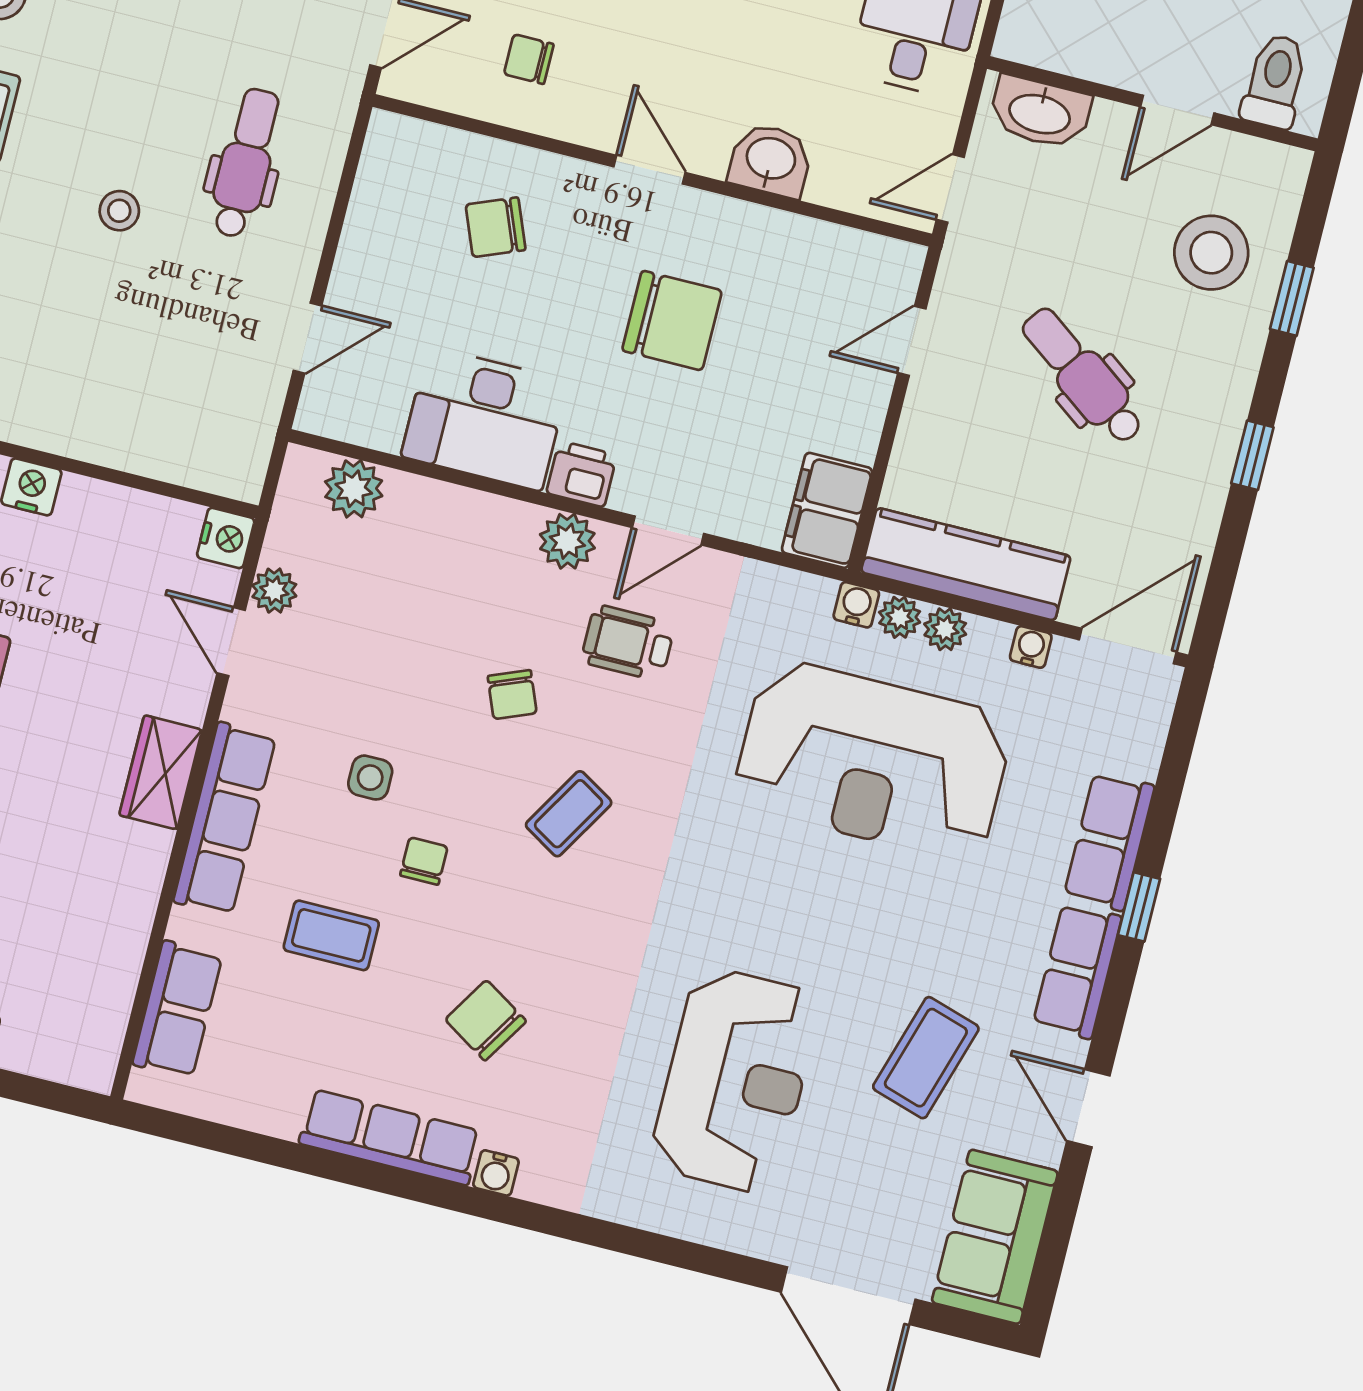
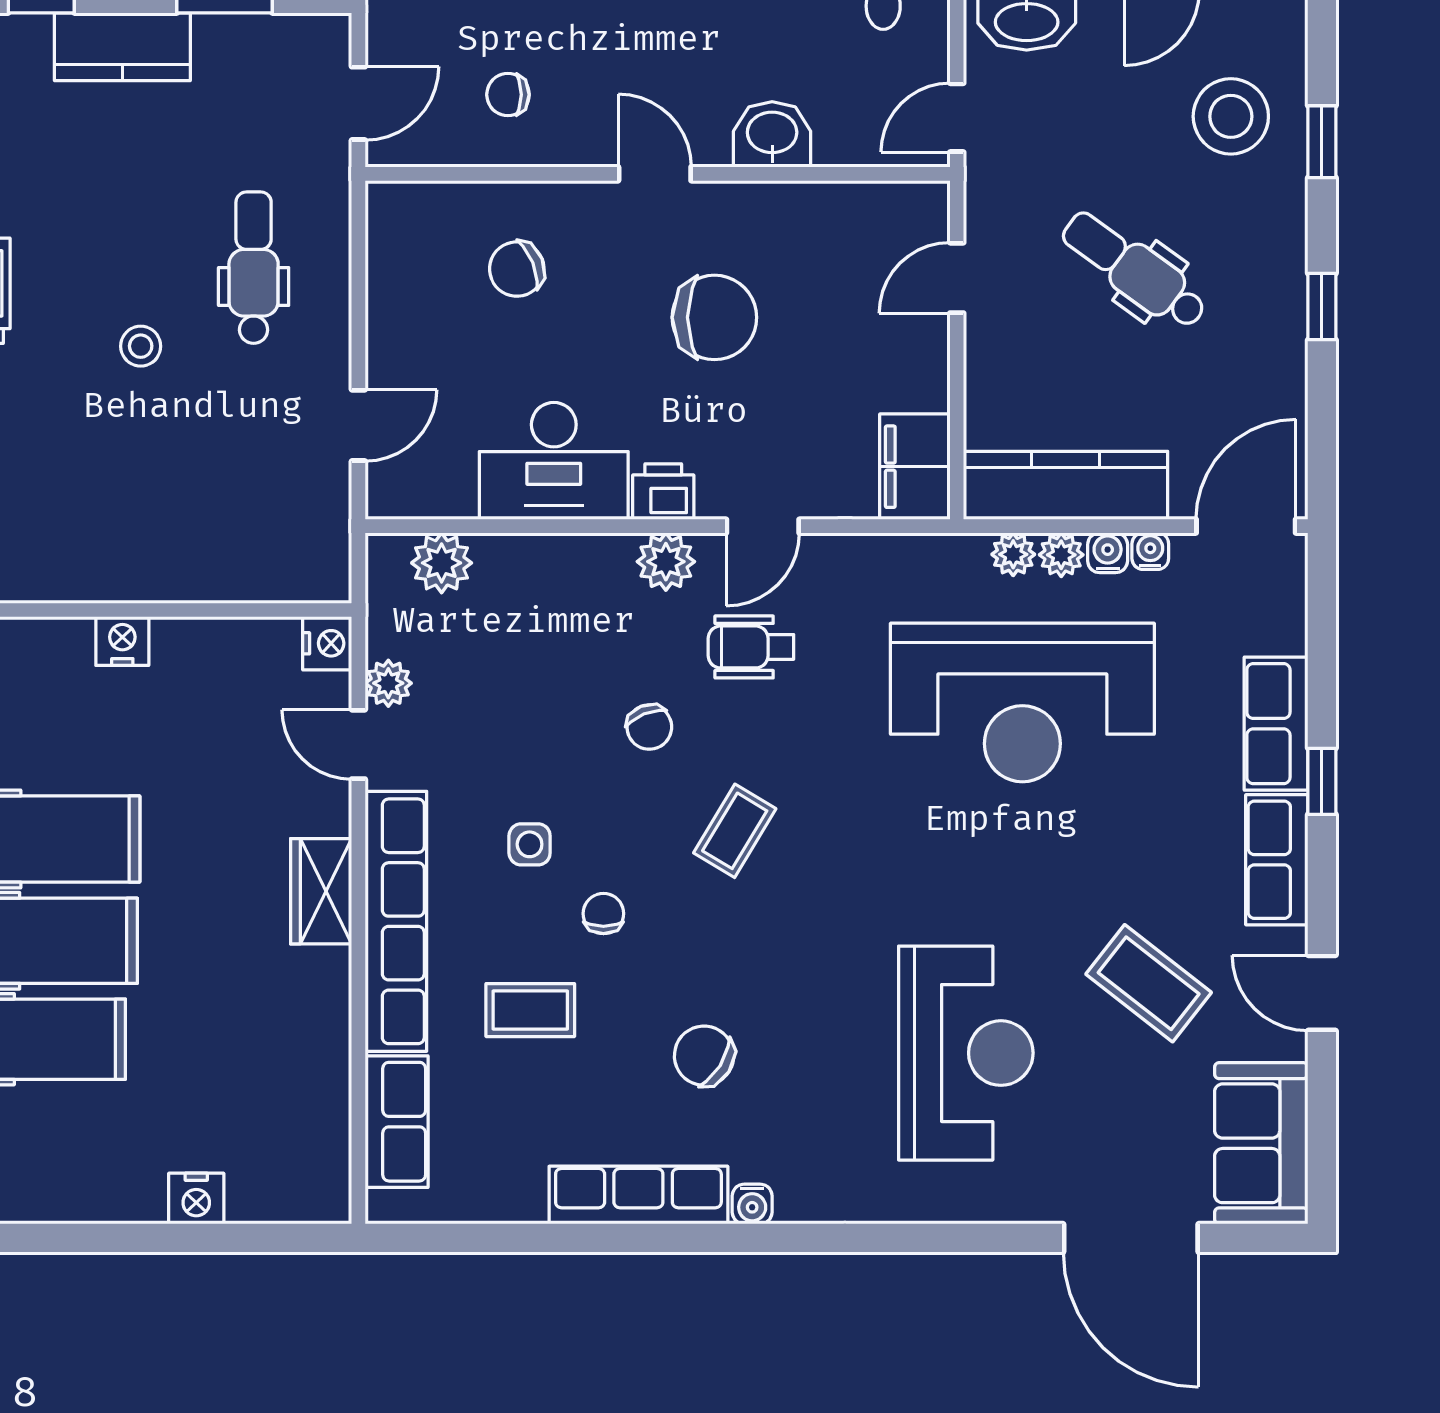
water cooler: (856, 605) -> (1108, 553), moved
row of seats: (225, 819) -> (396, 921), width x1.36
coffee table: (926, 1058) -> (1149, 983), turned -69

